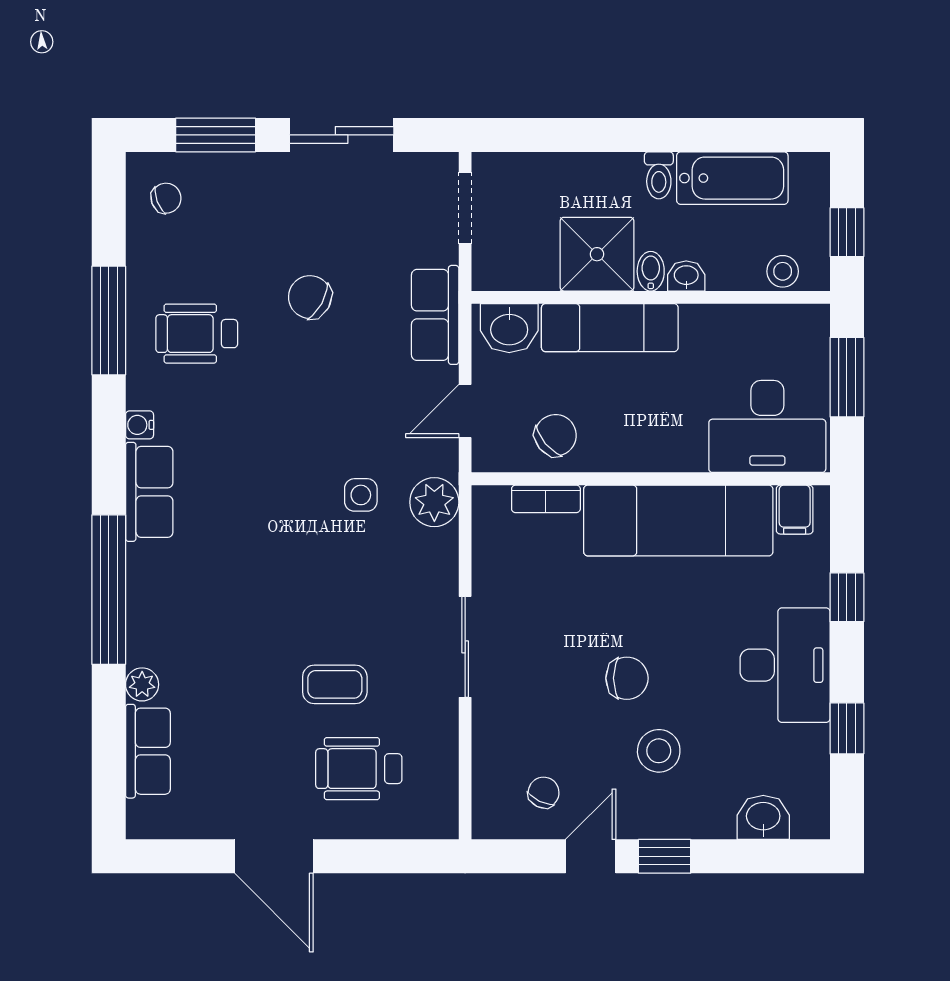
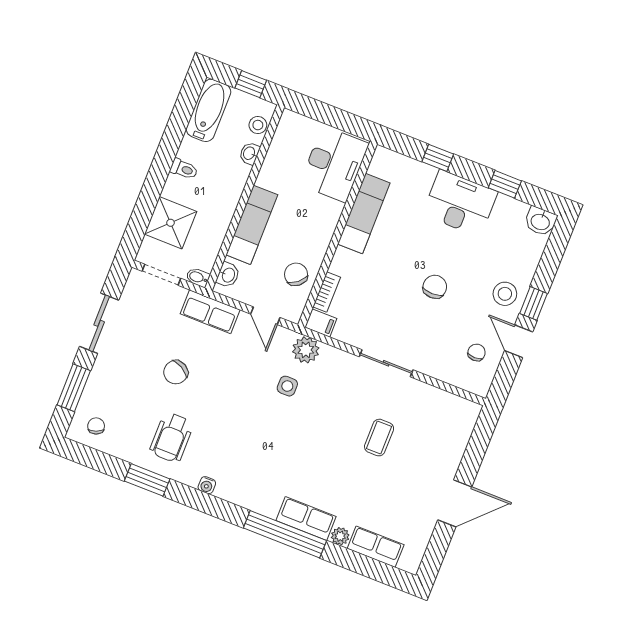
bathtub: (732, 178) -> (208, 110), moved
shower: (597, 254) -> (171, 223), moved
bidet: (651, 271) -> (198, 277), moved
washbasin: (686, 276) -> (249, 153), moved
window: (109, 320) -> (147, 480), width x0.69
washbasin: (509, 328) -> (228, 275), width x0.72, depth x0.69
window: (847, 377) -> (325, 113), removed
row of seats: (149, 492) -> (306, 519), moved
filing cabinet: (795, 510) -> (321, 323), moved
exam couch: (678, 520) -> (364, 214), width x0.73, depth x0.69
stool: (659, 751) -> (505, 294), moved
wheelchair: (359, 769) -> (427, 442), removed
chair: (544, 793) -> (476, 352), turned 64
washbasin: (763, 817) -> (540, 221), moved, turned -90

